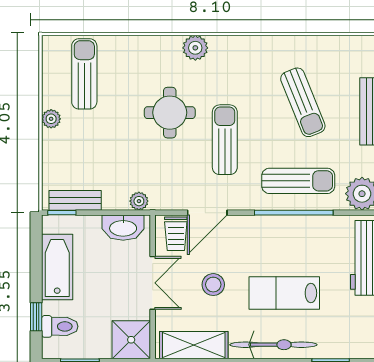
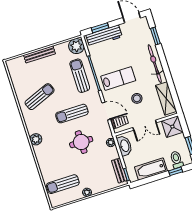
sun lounger: (303, 102) -> (40, 97), moved
round table: (170, 113) -> (81, 142), moved
double door: (153, 283) -> (145, 125), swing flipped
lab bench: (284, 293) -> (118, 78), moved, turned -90

